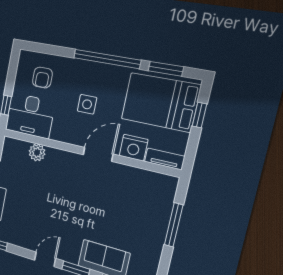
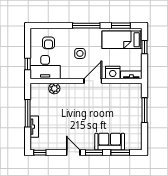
window: (107, 59) -> (86, 26), width x0.68
bed: (160, 102) -> (122, 40), width x0.67
door: (45, 259) -> (73, 153), hinge flipped

